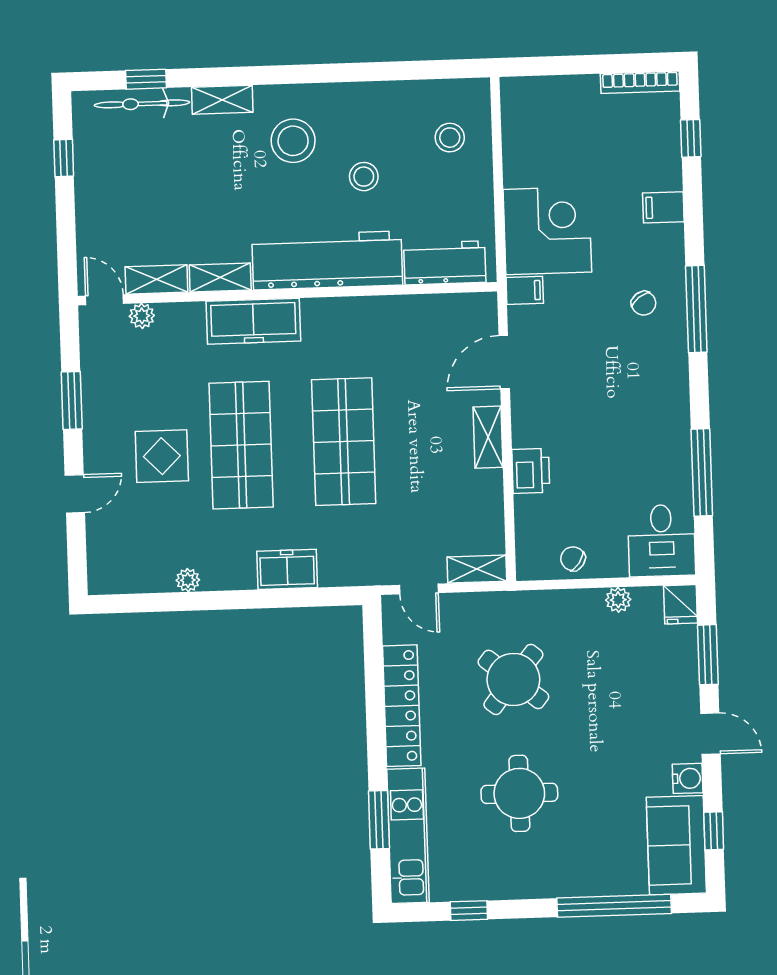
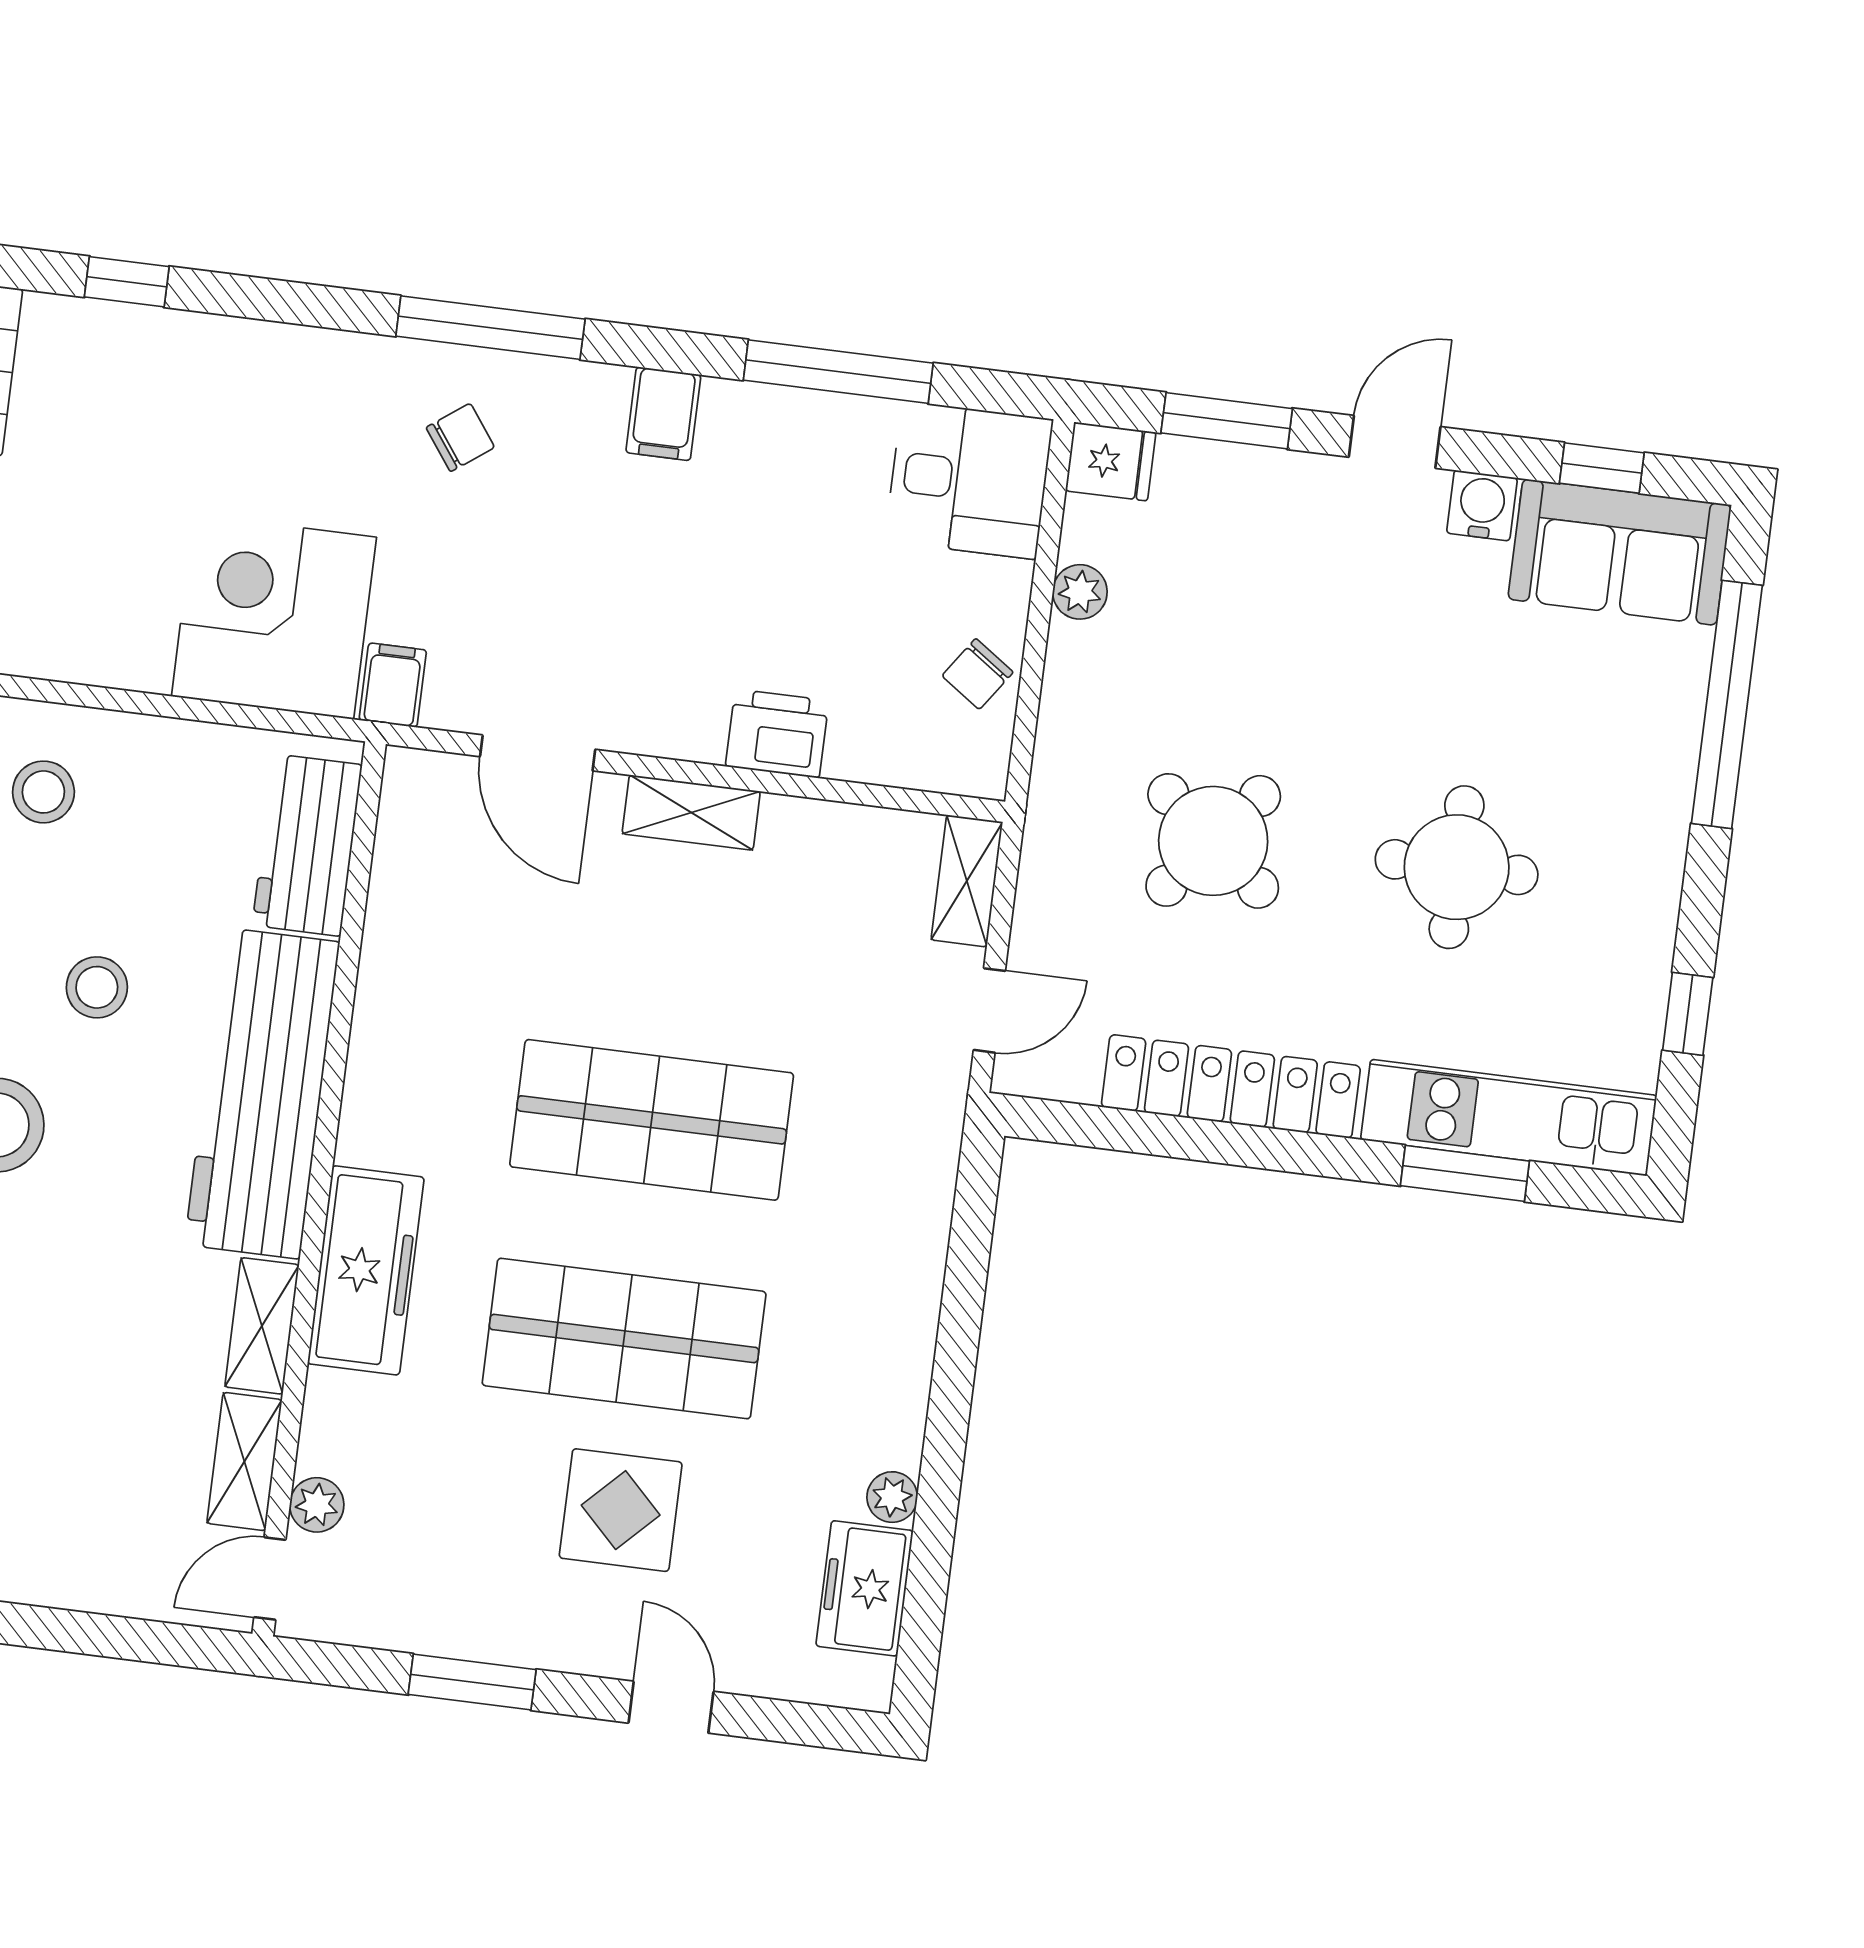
filing cabinet: (663, 207) -> (663, 414), moved
freezer: (287, 569) -> (865, 1588), moved

